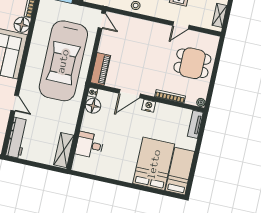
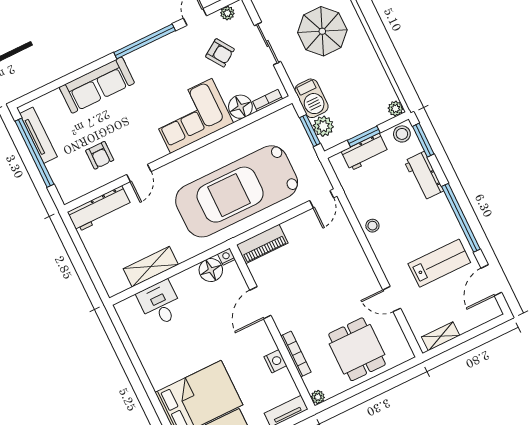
door: (130, 94) -> (260, 303), hinge flipped
nightstand: (149, 106) -> (275, 361), moved
shelving: (64, 150) -> (151, 267), moved

